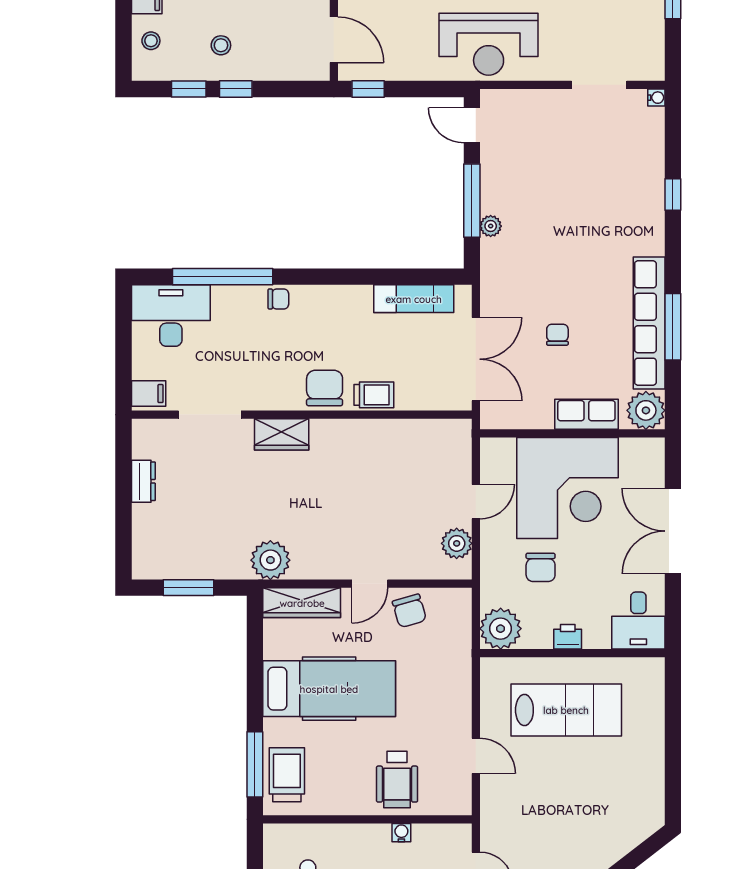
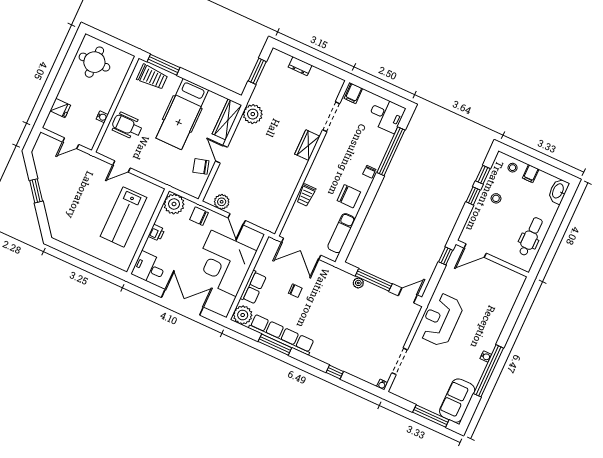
desk: (171, 316) -> (386, 115), width x0.73
chair: (325, 388) -> (349, 196), moved
dresser: (143, 481) -> (300, 66), moved
chair: (541, 567) -> (199, 216), moved

